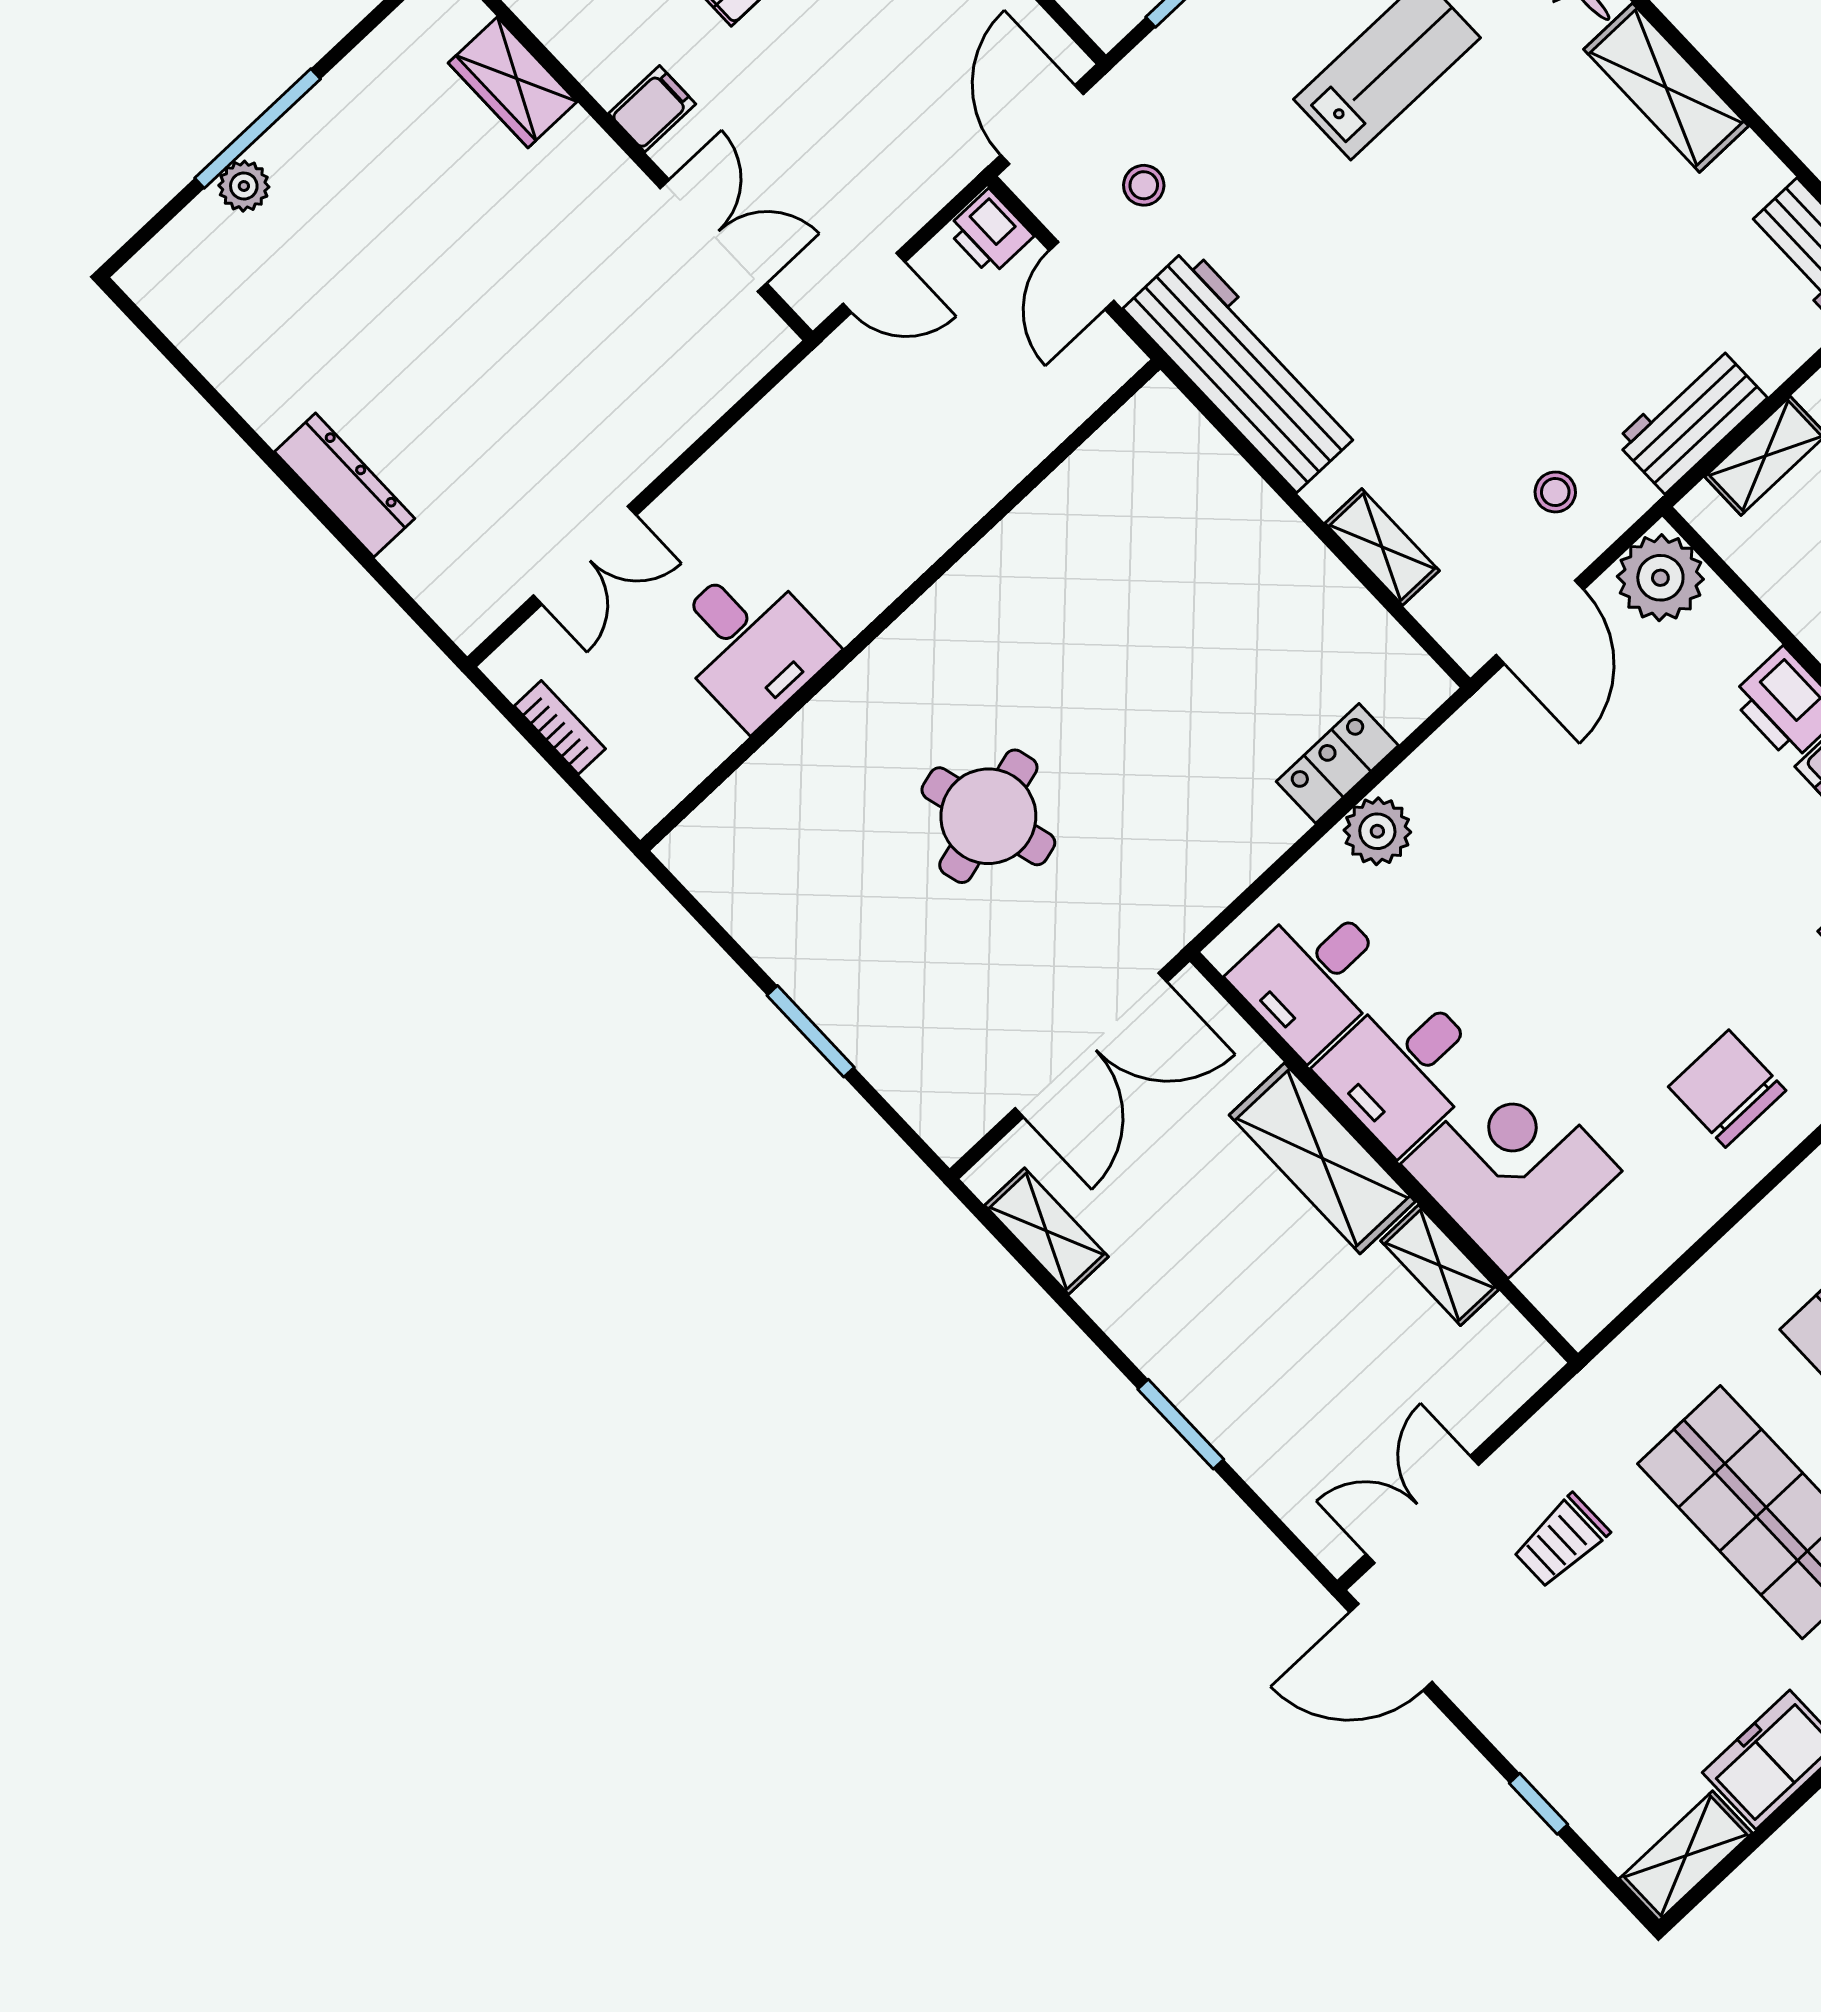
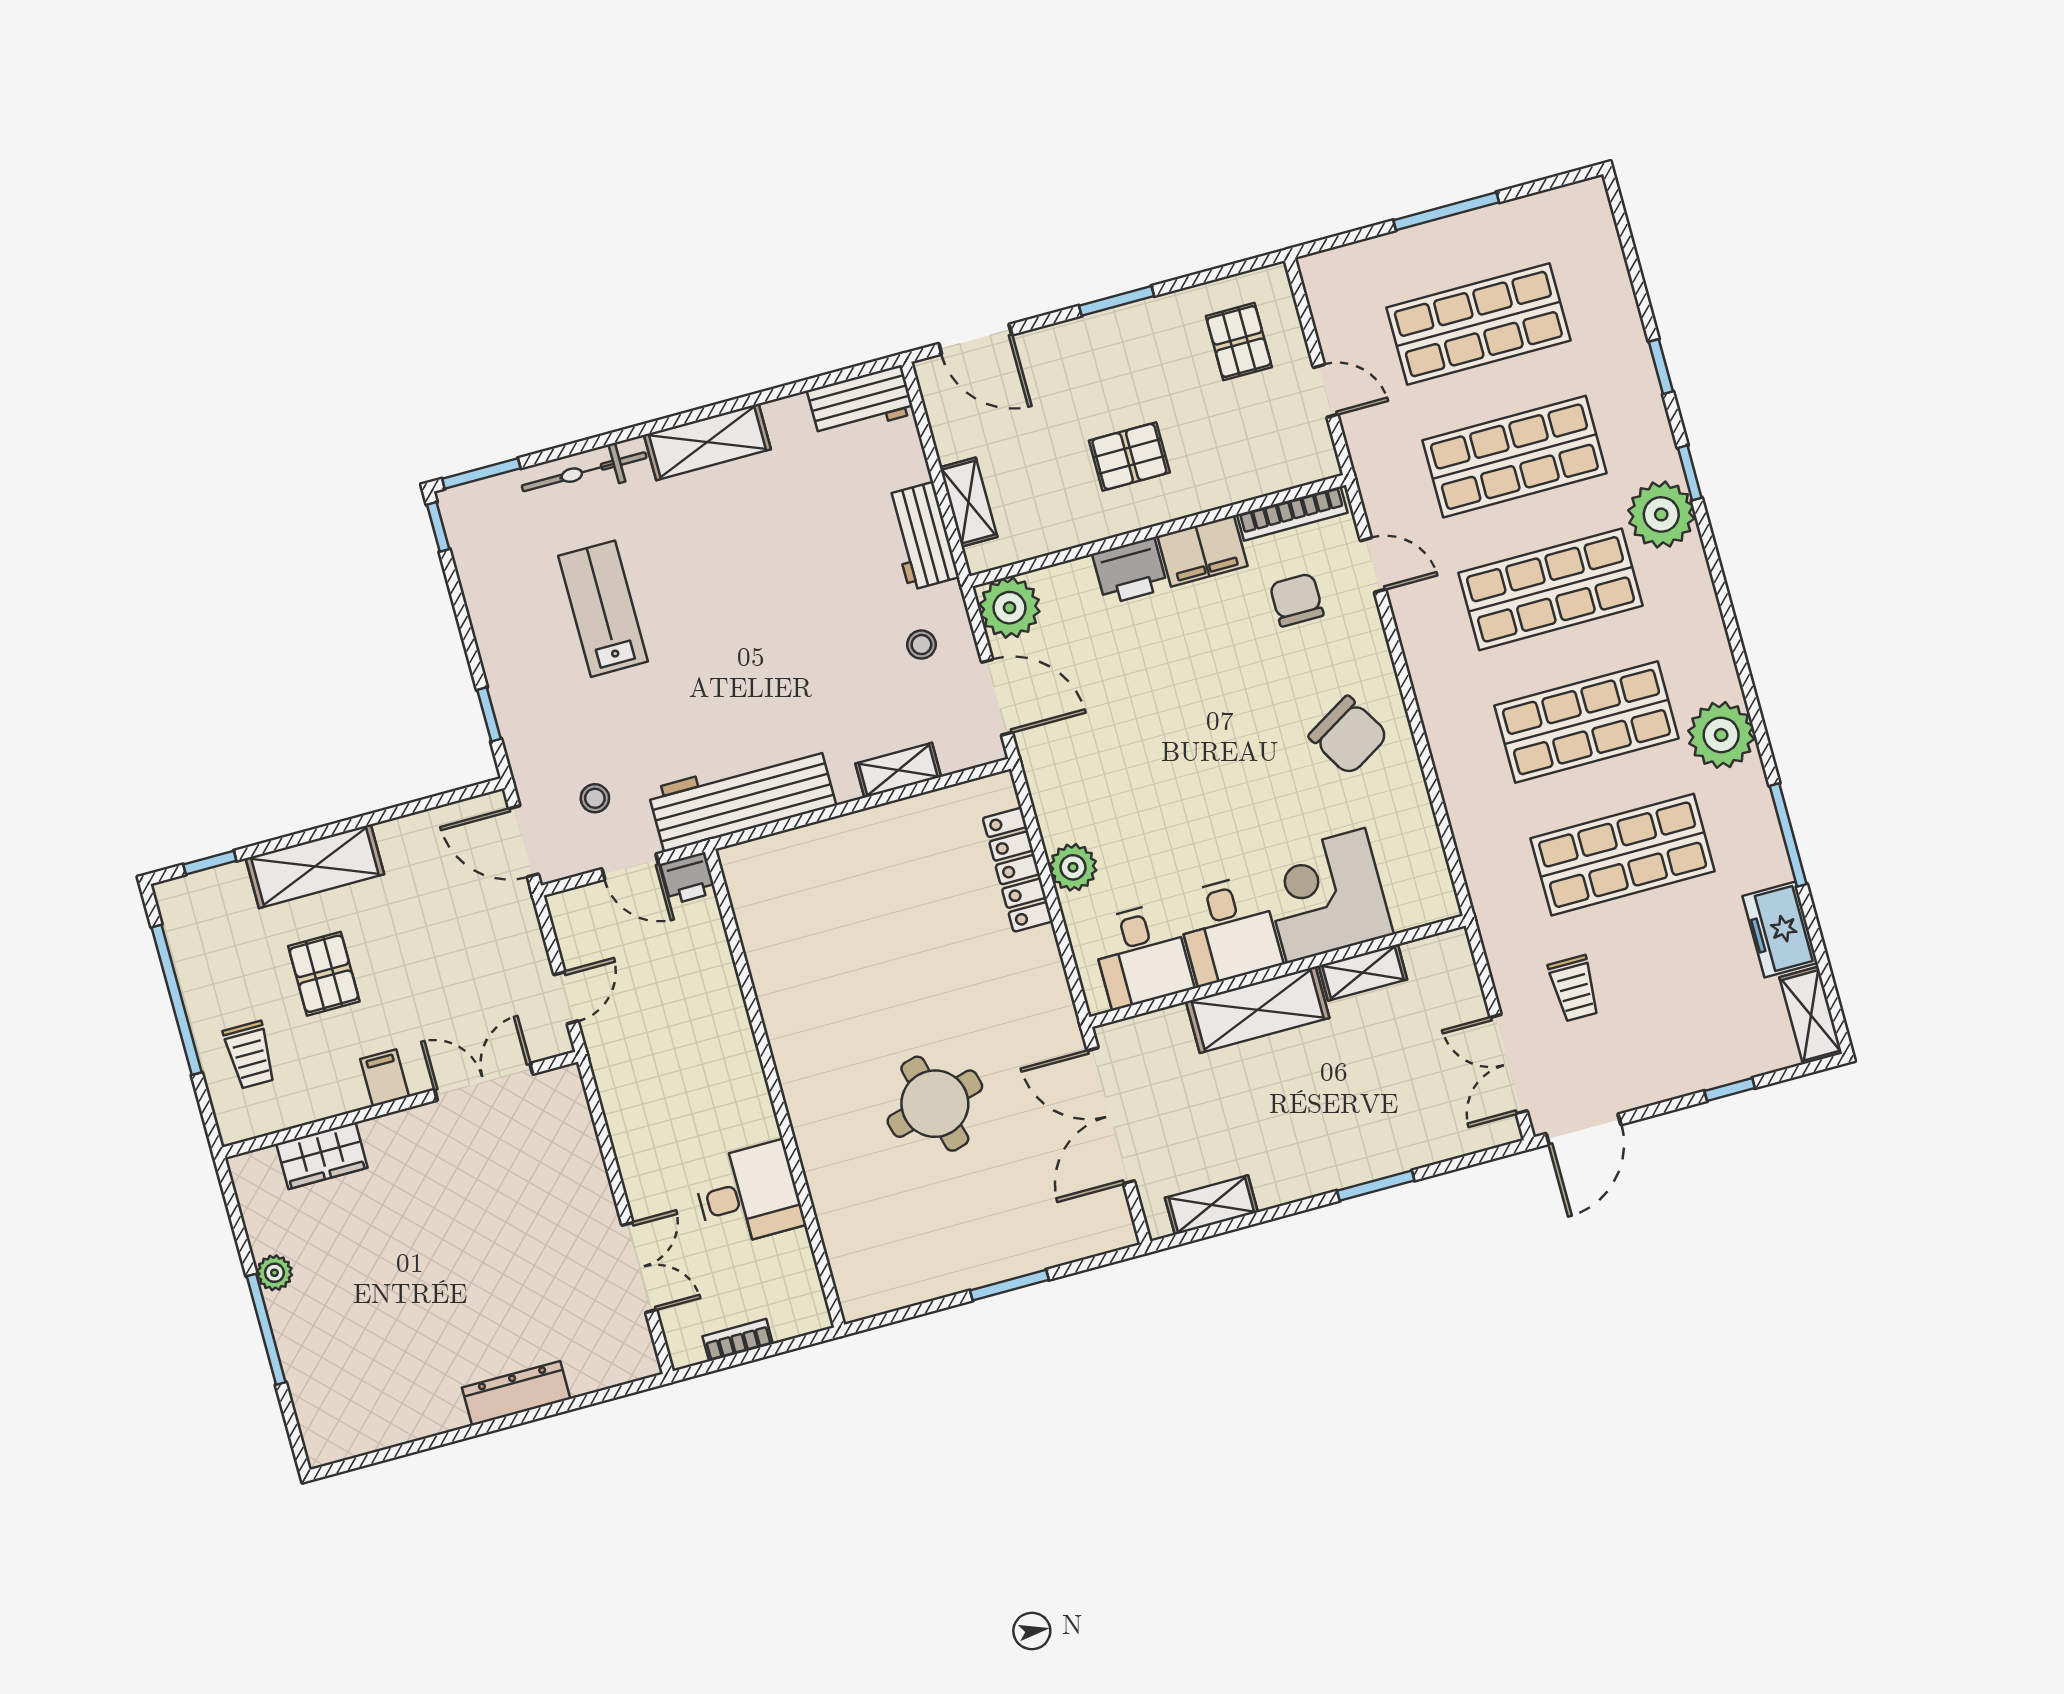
plant: (244, 186) -> (274, 1273), moved
printer: (990, 233) -> (688, 878), moved
locker: (1337, 763) -> (1018, 870), width x1.53
double door: (1091, 1045) -> (1111, 1116), swing flipped
chair: (1727, 1089) -> (1348, 736), turned -121

